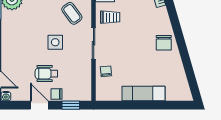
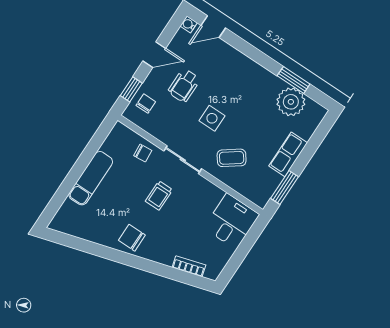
trolley: (110, 17) -> (159, 195), moved
wheelchair: (46, 74) -> (184, 86), turned 180
chair: (57, 94) -> (146, 104), moved

